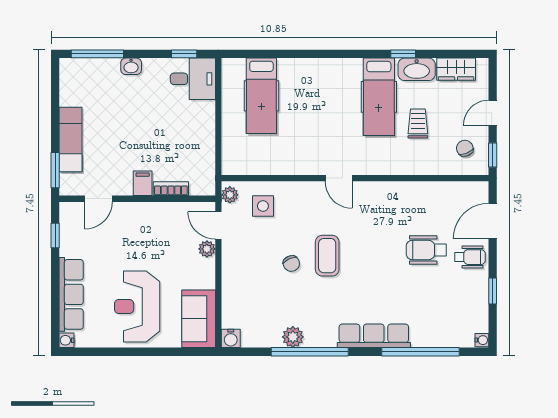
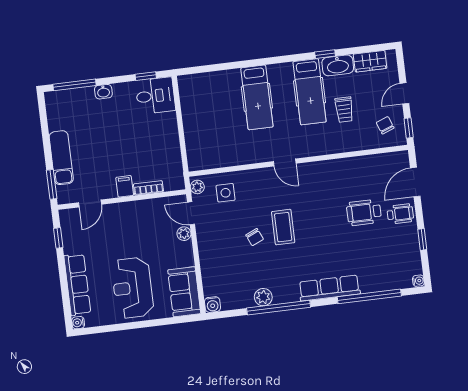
hospital bed: (261, 96) -> (257, 97), moved
trolley: (418, 123) -> (344, 110), turned 180

